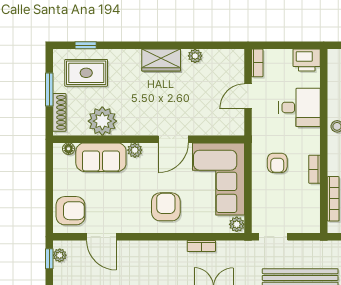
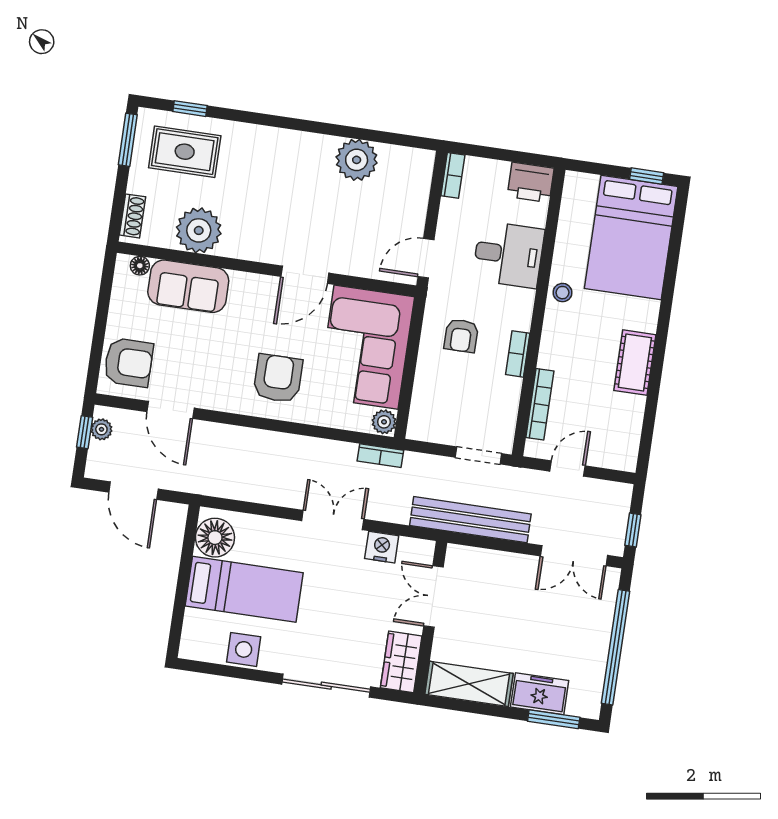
plant: (195, 56) -> (357, 160), width x1.87, depth x1.87
wardrobe: (161, 60) -> (304, 149), removed
window: (49, 89) -> (128, 140), moved
door: (248, 96) -> (426, 258), moved
shoe rack: (59, 112) -> (132, 216), width x0.70
plant: (135, 150) -> (243, 283), removed
doorway: (273, 237) -> (478, 455), moved
bookcase: (201, 246) -> (380, 456), moved

